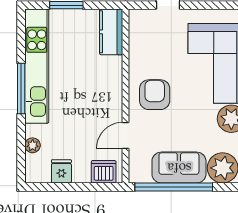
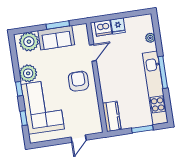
armchair: (155, 95) -> (78, 81), turned 180
fridge: (61, 171) -> (118, 26), moved
window: (174, 187) -> (58, 25), width x0.47

